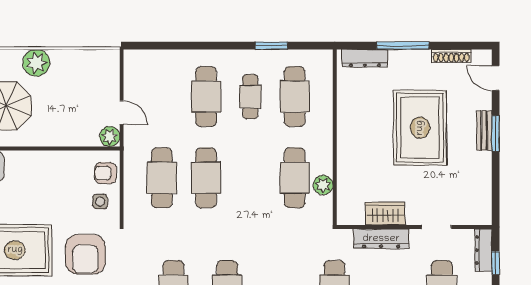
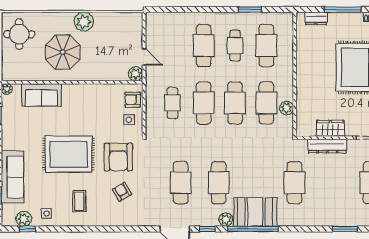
dresser: (365, 58) -> (316, 18), width x0.70
cafe table: (162, 178) -> (172, 103), width x0.73, depth x0.74
cafe table: (250, 178) -> (235, 103), added

